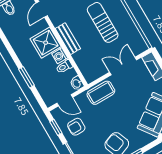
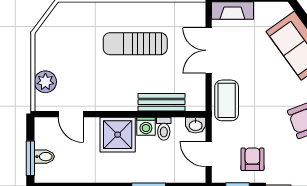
bench: (68, 39) -> (161, 102), moved
door: (65, 100) -> (209, 154), swing flipped
armchair: (76, 127) -> (252, 159), turned 180

